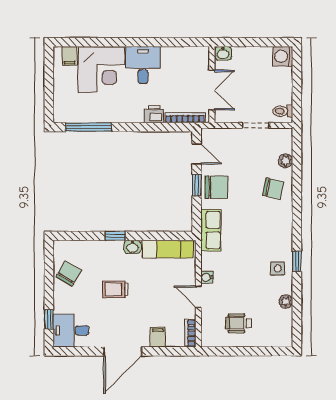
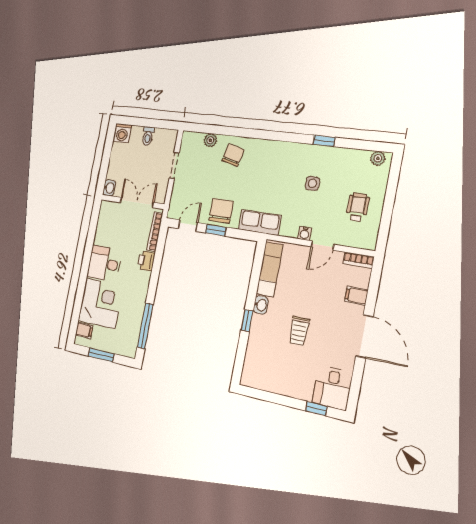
window: (49, 82) -> (101, 355), added
toilet: (283, 111) -> (148, 136), moved
window: (297, 261) -> (324, 141), moved
side table: (278, 268) -> (312, 183), moved
chair: (69, 274) -> (274, 377), removed
plant: (286, 302) -> (378, 158), moved
wheelchair: (239, 323) -> (358, 207), turned 180

